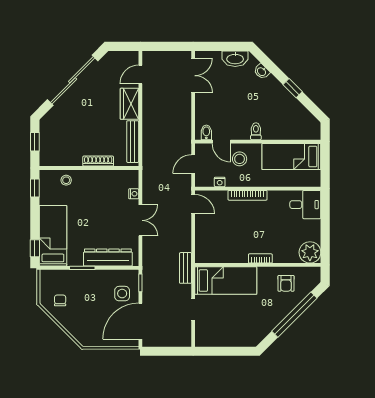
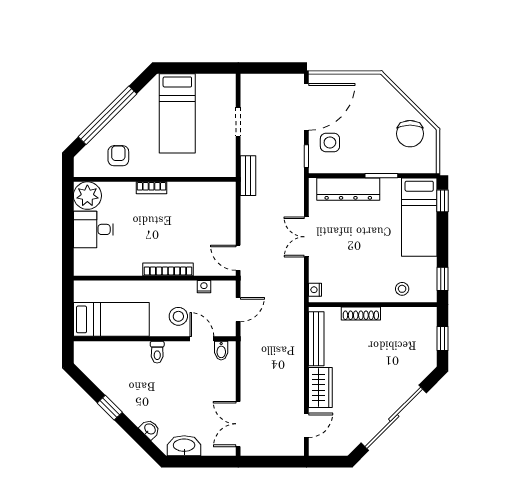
nightstand: (134, 194) -> (315, 290), moved
desk: (305, 205) -> (93, 229), moved
bed: (226, 281) -> (177, 113), moved, turned -90
chair: (60, 300) -> (410, 134), width x1.87, depth x1.87

